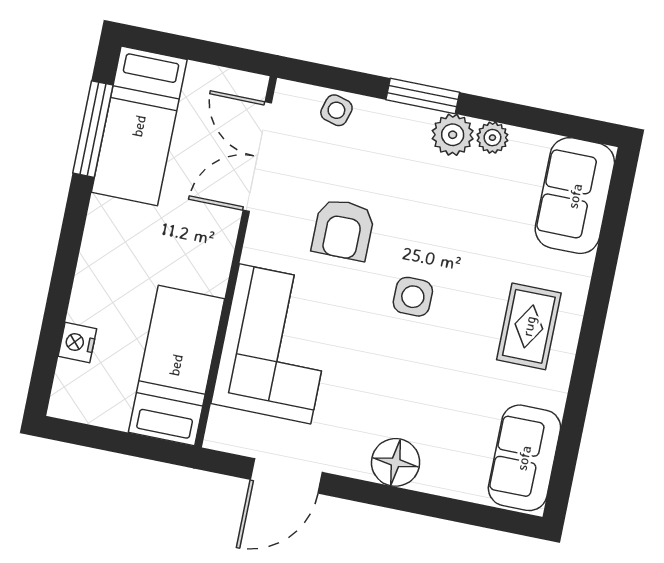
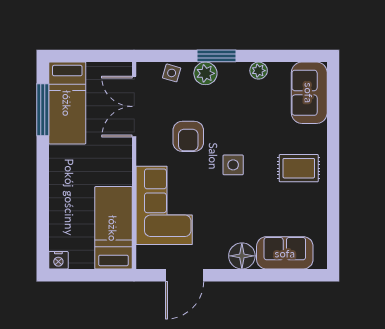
plant: (453, 135) -> (205, 73), moved
rug: (529, 326) -> (299, 168), turned 90
nightstand: (77, 343) -> (58, 260), moved, turned -90
sofa: (524, 458) -> (285, 253), moved, turned 90

